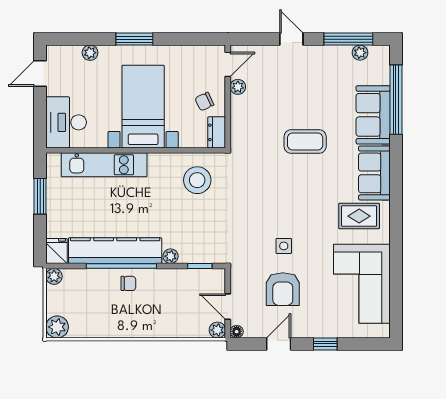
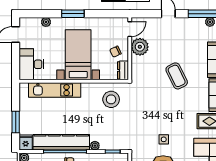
plant: (238, 87) -> (140, 47), width x1.87, depth x1.87
coffee table: (305, 142) -> (177, 76), turned 64
window: (40, 196) -> (16, 122), moved

